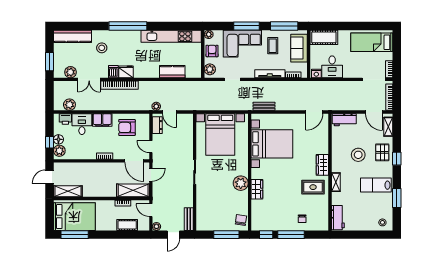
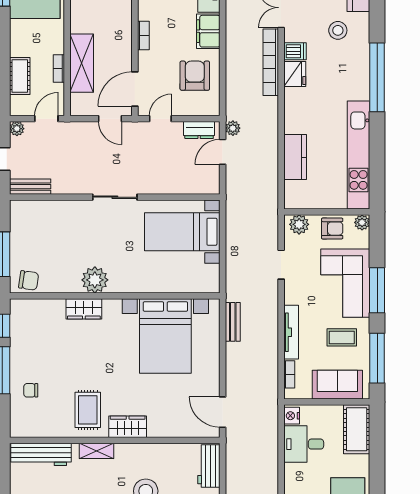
bed with nightstands: (220, 134) -> (182, 232), width x0.73
shelving: (133, 190) -> (82, 63), moved
workbench: (338, 218) -> (41, 454), width x1.37

